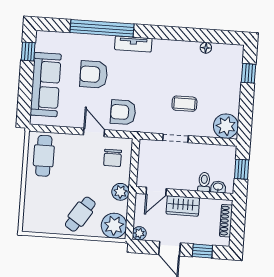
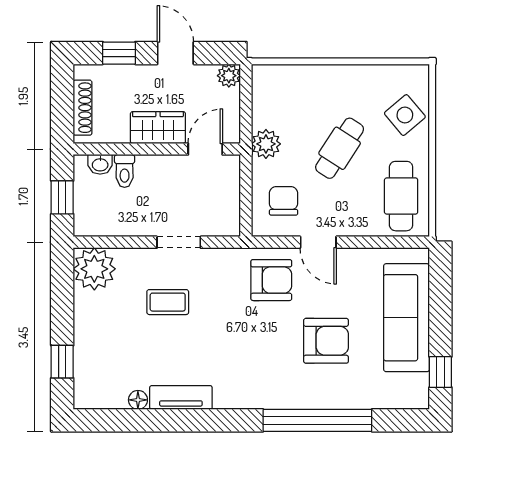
tv unit: (133, 44) -> (181, 397), moved
side table: (38, 203) -> (405, 115), added
cafe table: (80, 214) -> (340, 148), moved
plant: (114, 226) -> (273, 86), removed

